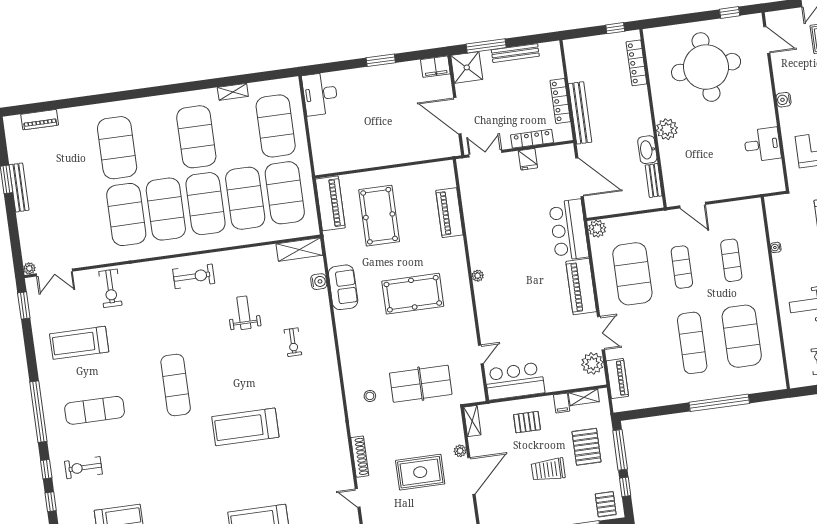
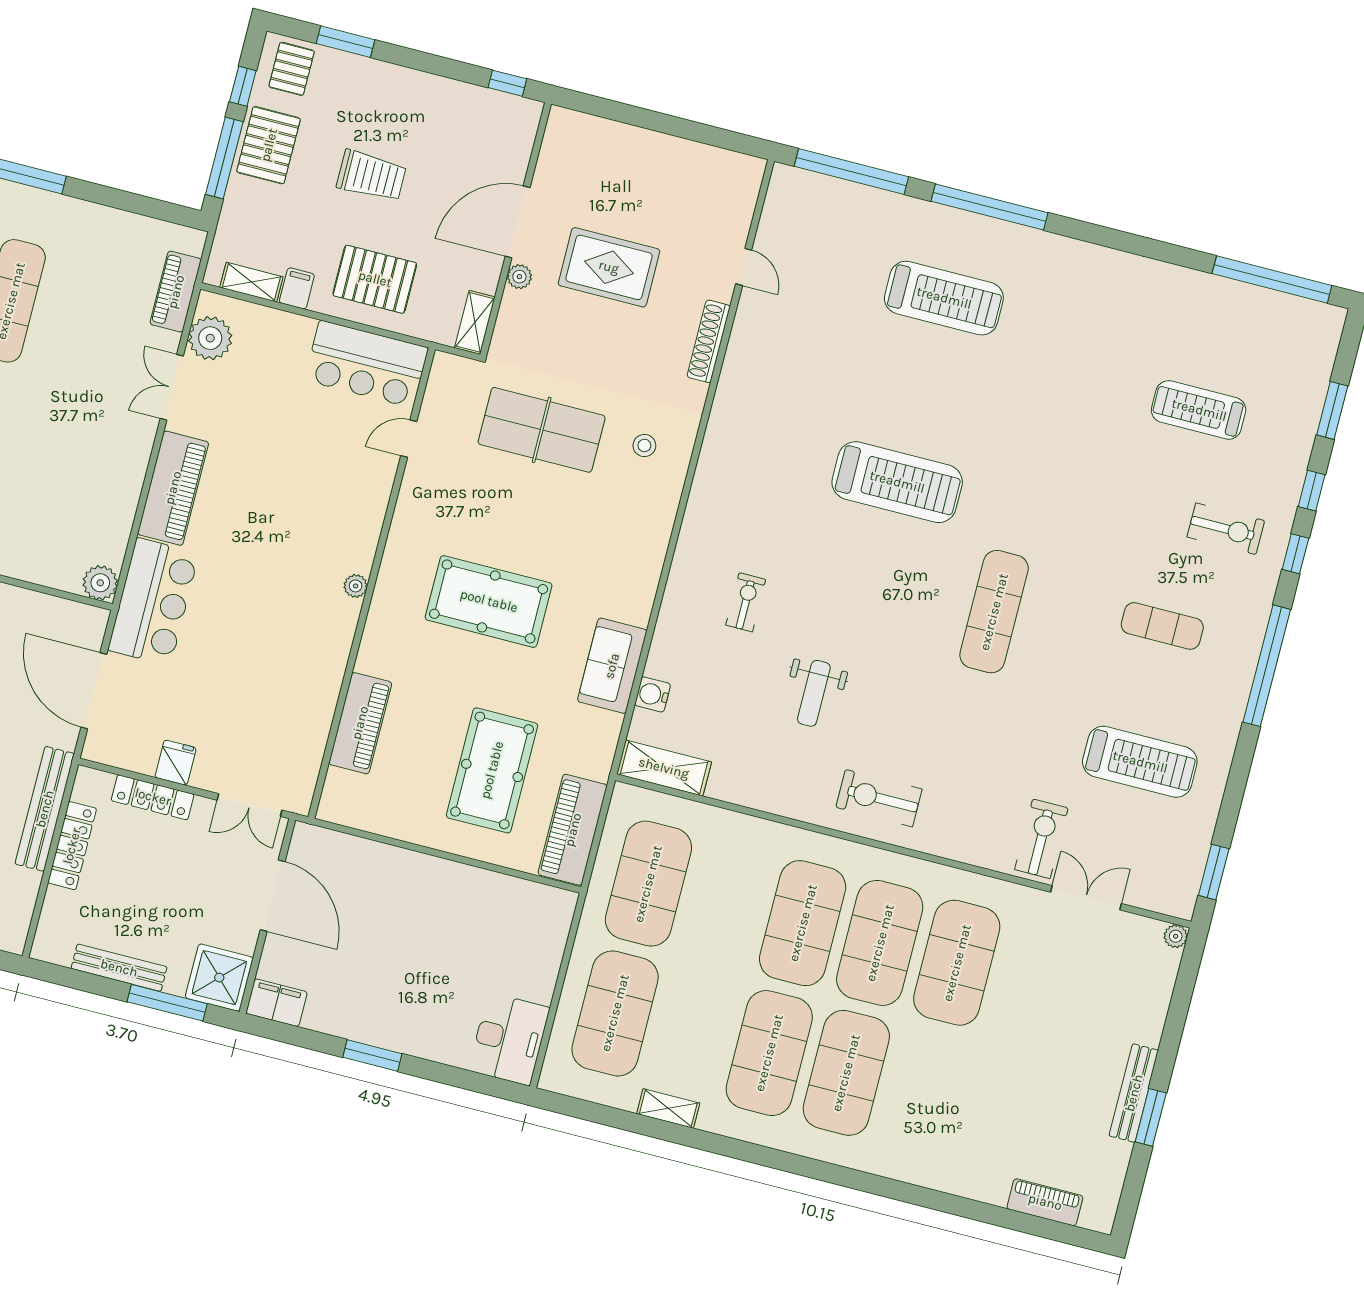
exercise mat: (117, 148) -> (846, 1073), moved
exercise mat: (245, 198) -> (726, 903), removed
double door: (54, 273) -> (1086, 898), moved
exercise mat: (632, 274) -> (69, 473), removed
exercise mat: (95, 410) -> (1162, 626), width x0.73, depth x0.69
pallet: (527, 422) -> (375, 279), width x1.50, depth x1.42
pallet: (586, 447) -> (269, 145), moved

